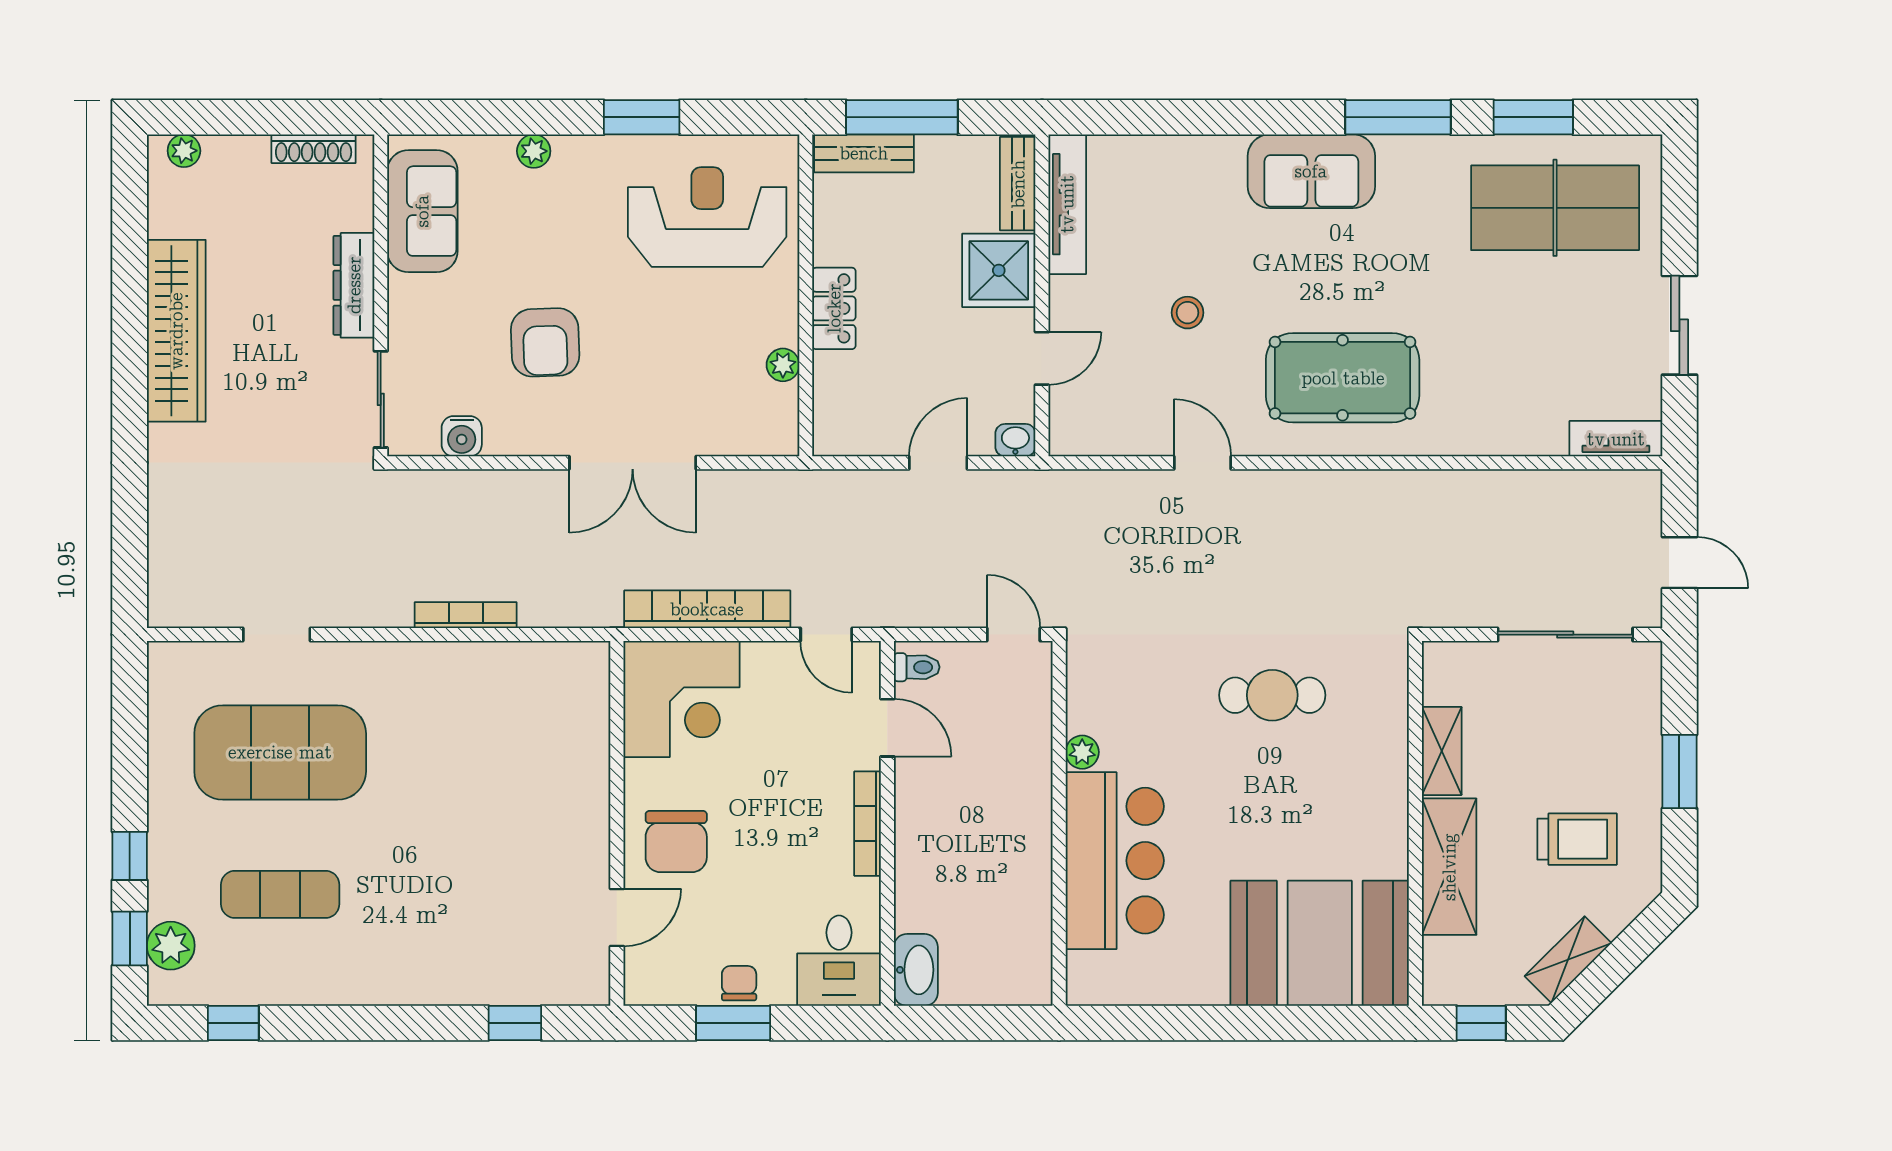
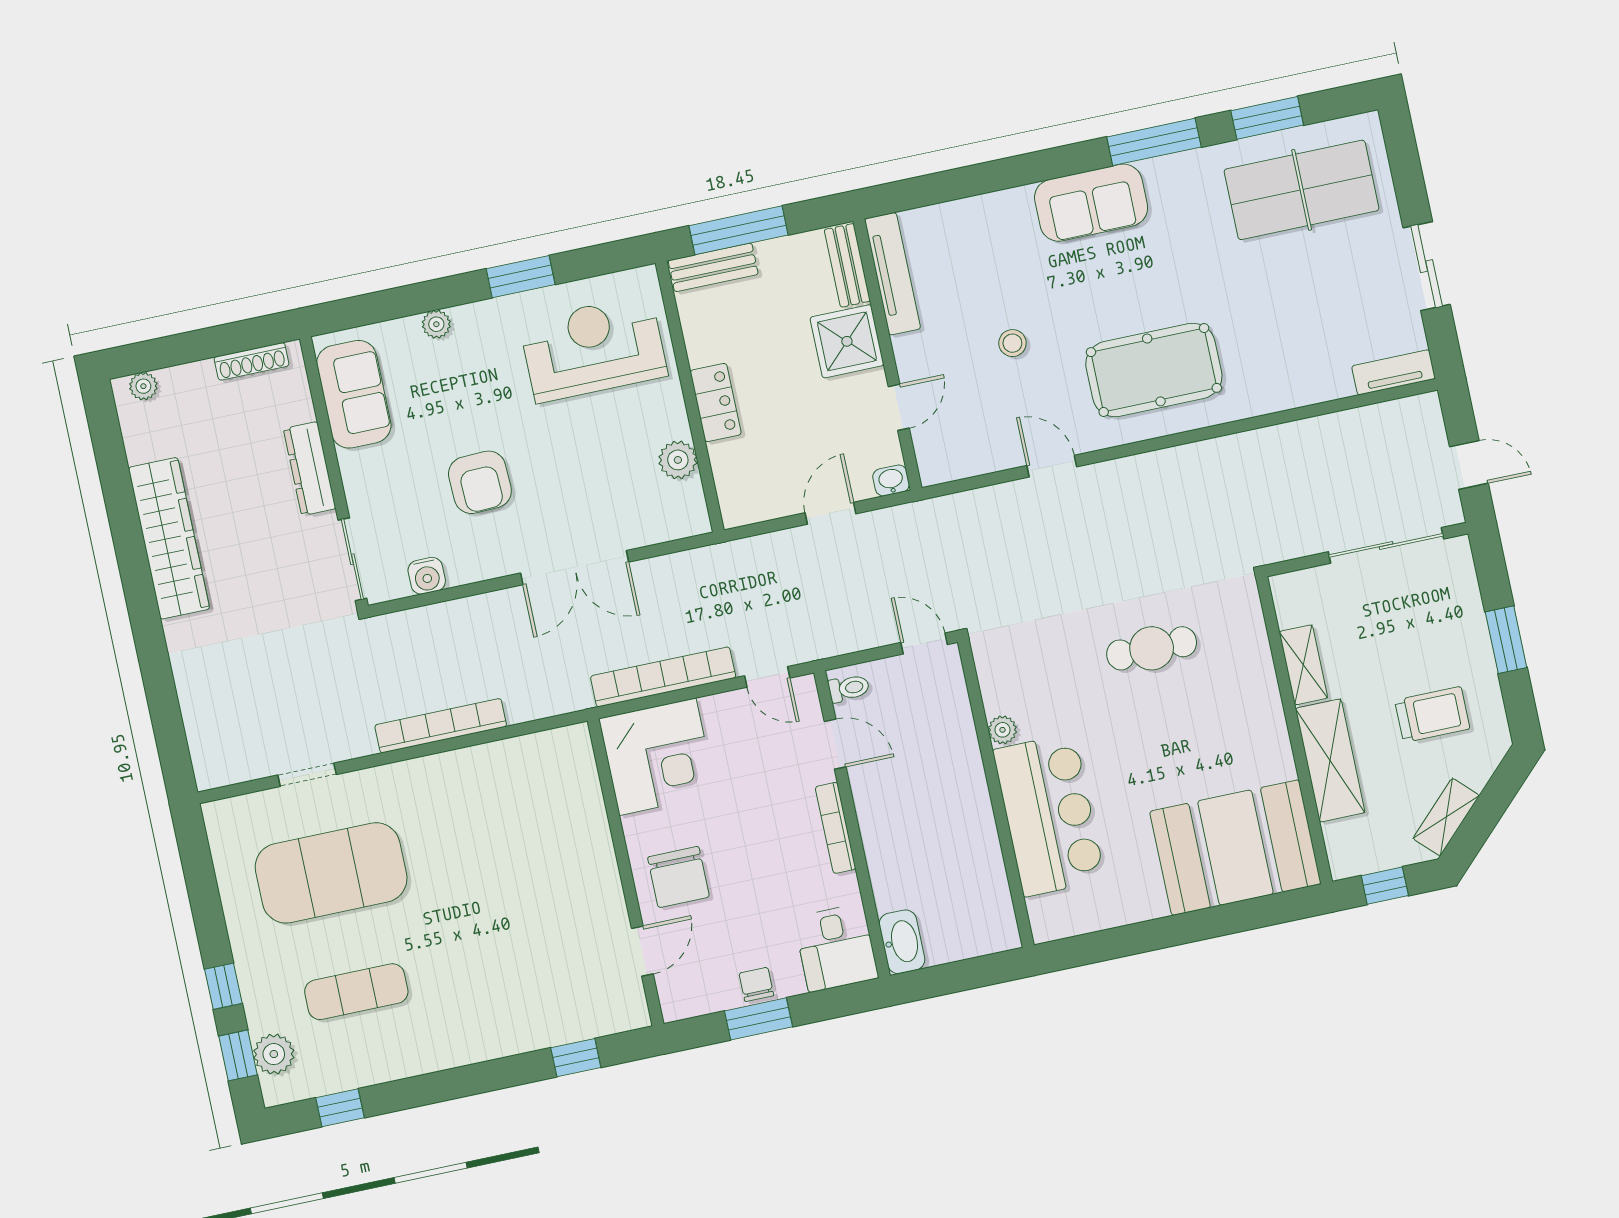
plant: (783, 365) -> (678, 460), width x1.38, depth x1.38
bookcase: (466, 615) -> (441, 726), width x1.48, depth x1.31

